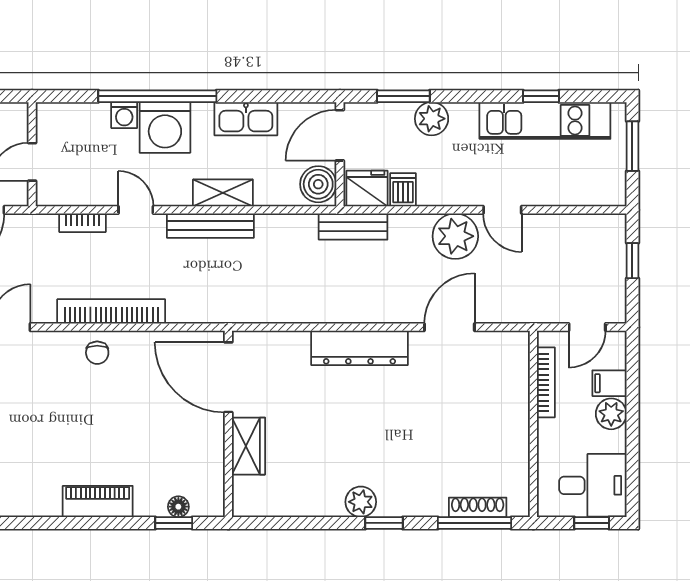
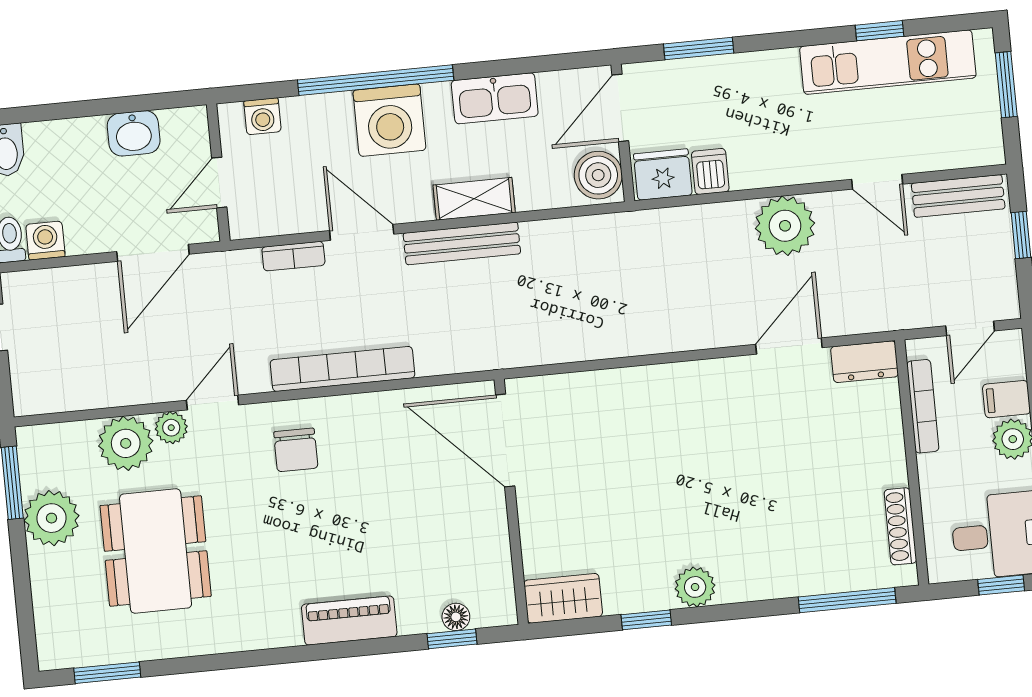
washing machine: (124, 115) -> (262, 116), moved
plant: (432, 119) -> (739, 74), removed
door: (136, 210) -> (362, 232), width x1.37
door: (502, 210) -> (877, 182), moved
bench: (353, 227) -> (958, 196), moved
dresser: (359, 348) -> (865, 362), moved, width x0.51, depth x0.80
chair: (97, 353) -> (296, 450), moved, width x1.37, depth x1.37
wardrobe: (249, 446) -> (563, 598), moved, turned -90
shoe rack: (478, 507) -> (900, 526), moved, turned -90
window: (384, 523) -> (646, 620), moved

